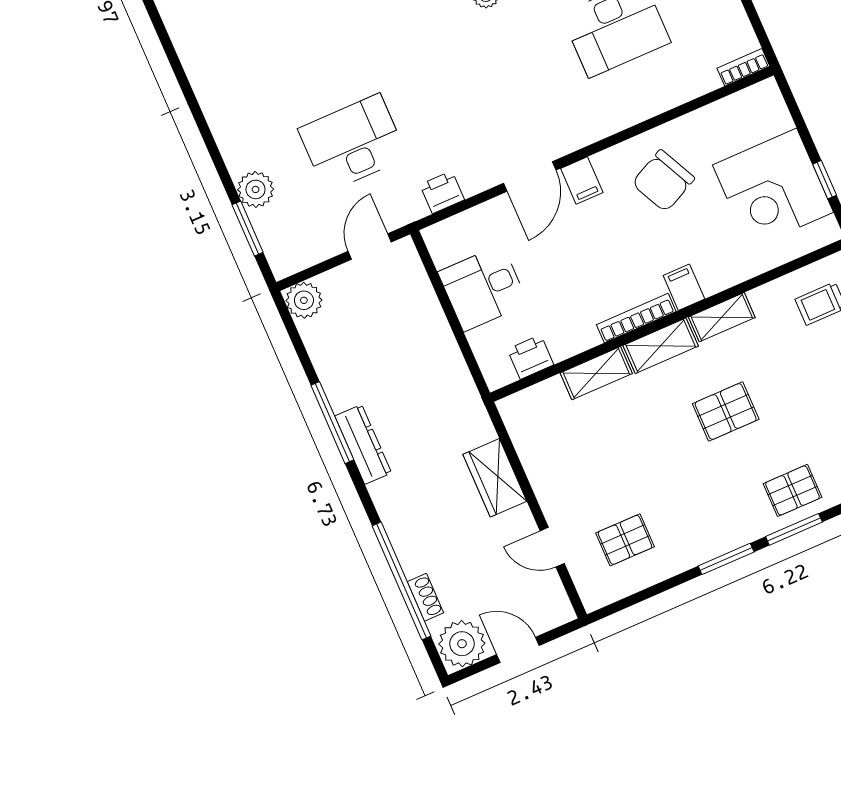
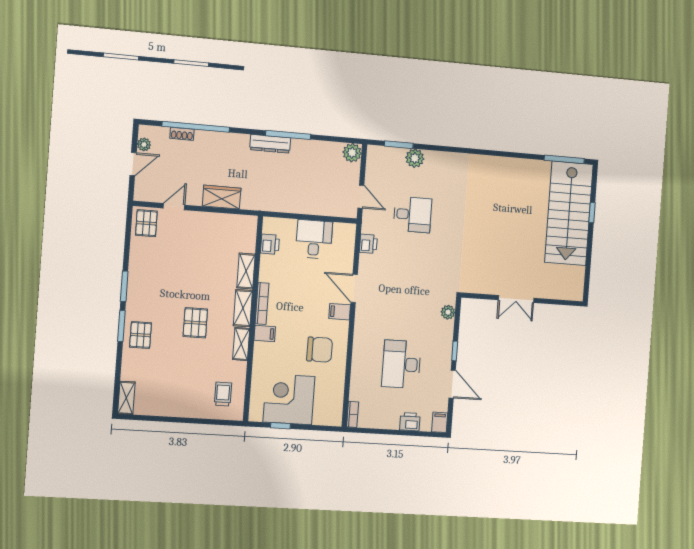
desk: (353, 143) -> (412, 215), width x0.73
chair: (663, 181) -> (320, 350), turned 116
pallet: (625, 540) -> (146, 223), moved
plant: (462, 644) -> (144, 144), width x0.53, depth x0.53

